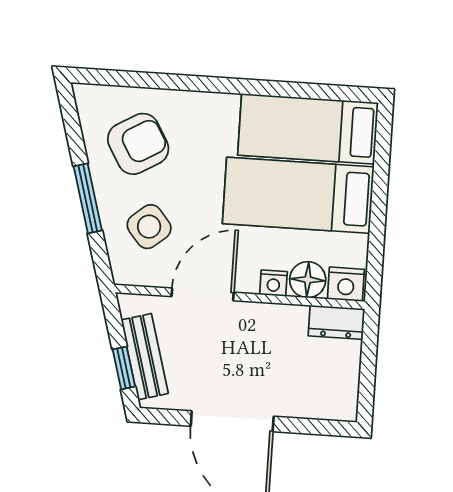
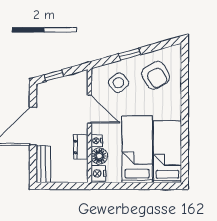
window: (88, 198) -> (129, 54), width x0.67
dresser: (336, 322) -> (81, 147), moved
bench: (145, 357) -> (43, 164), moved, turned -74

